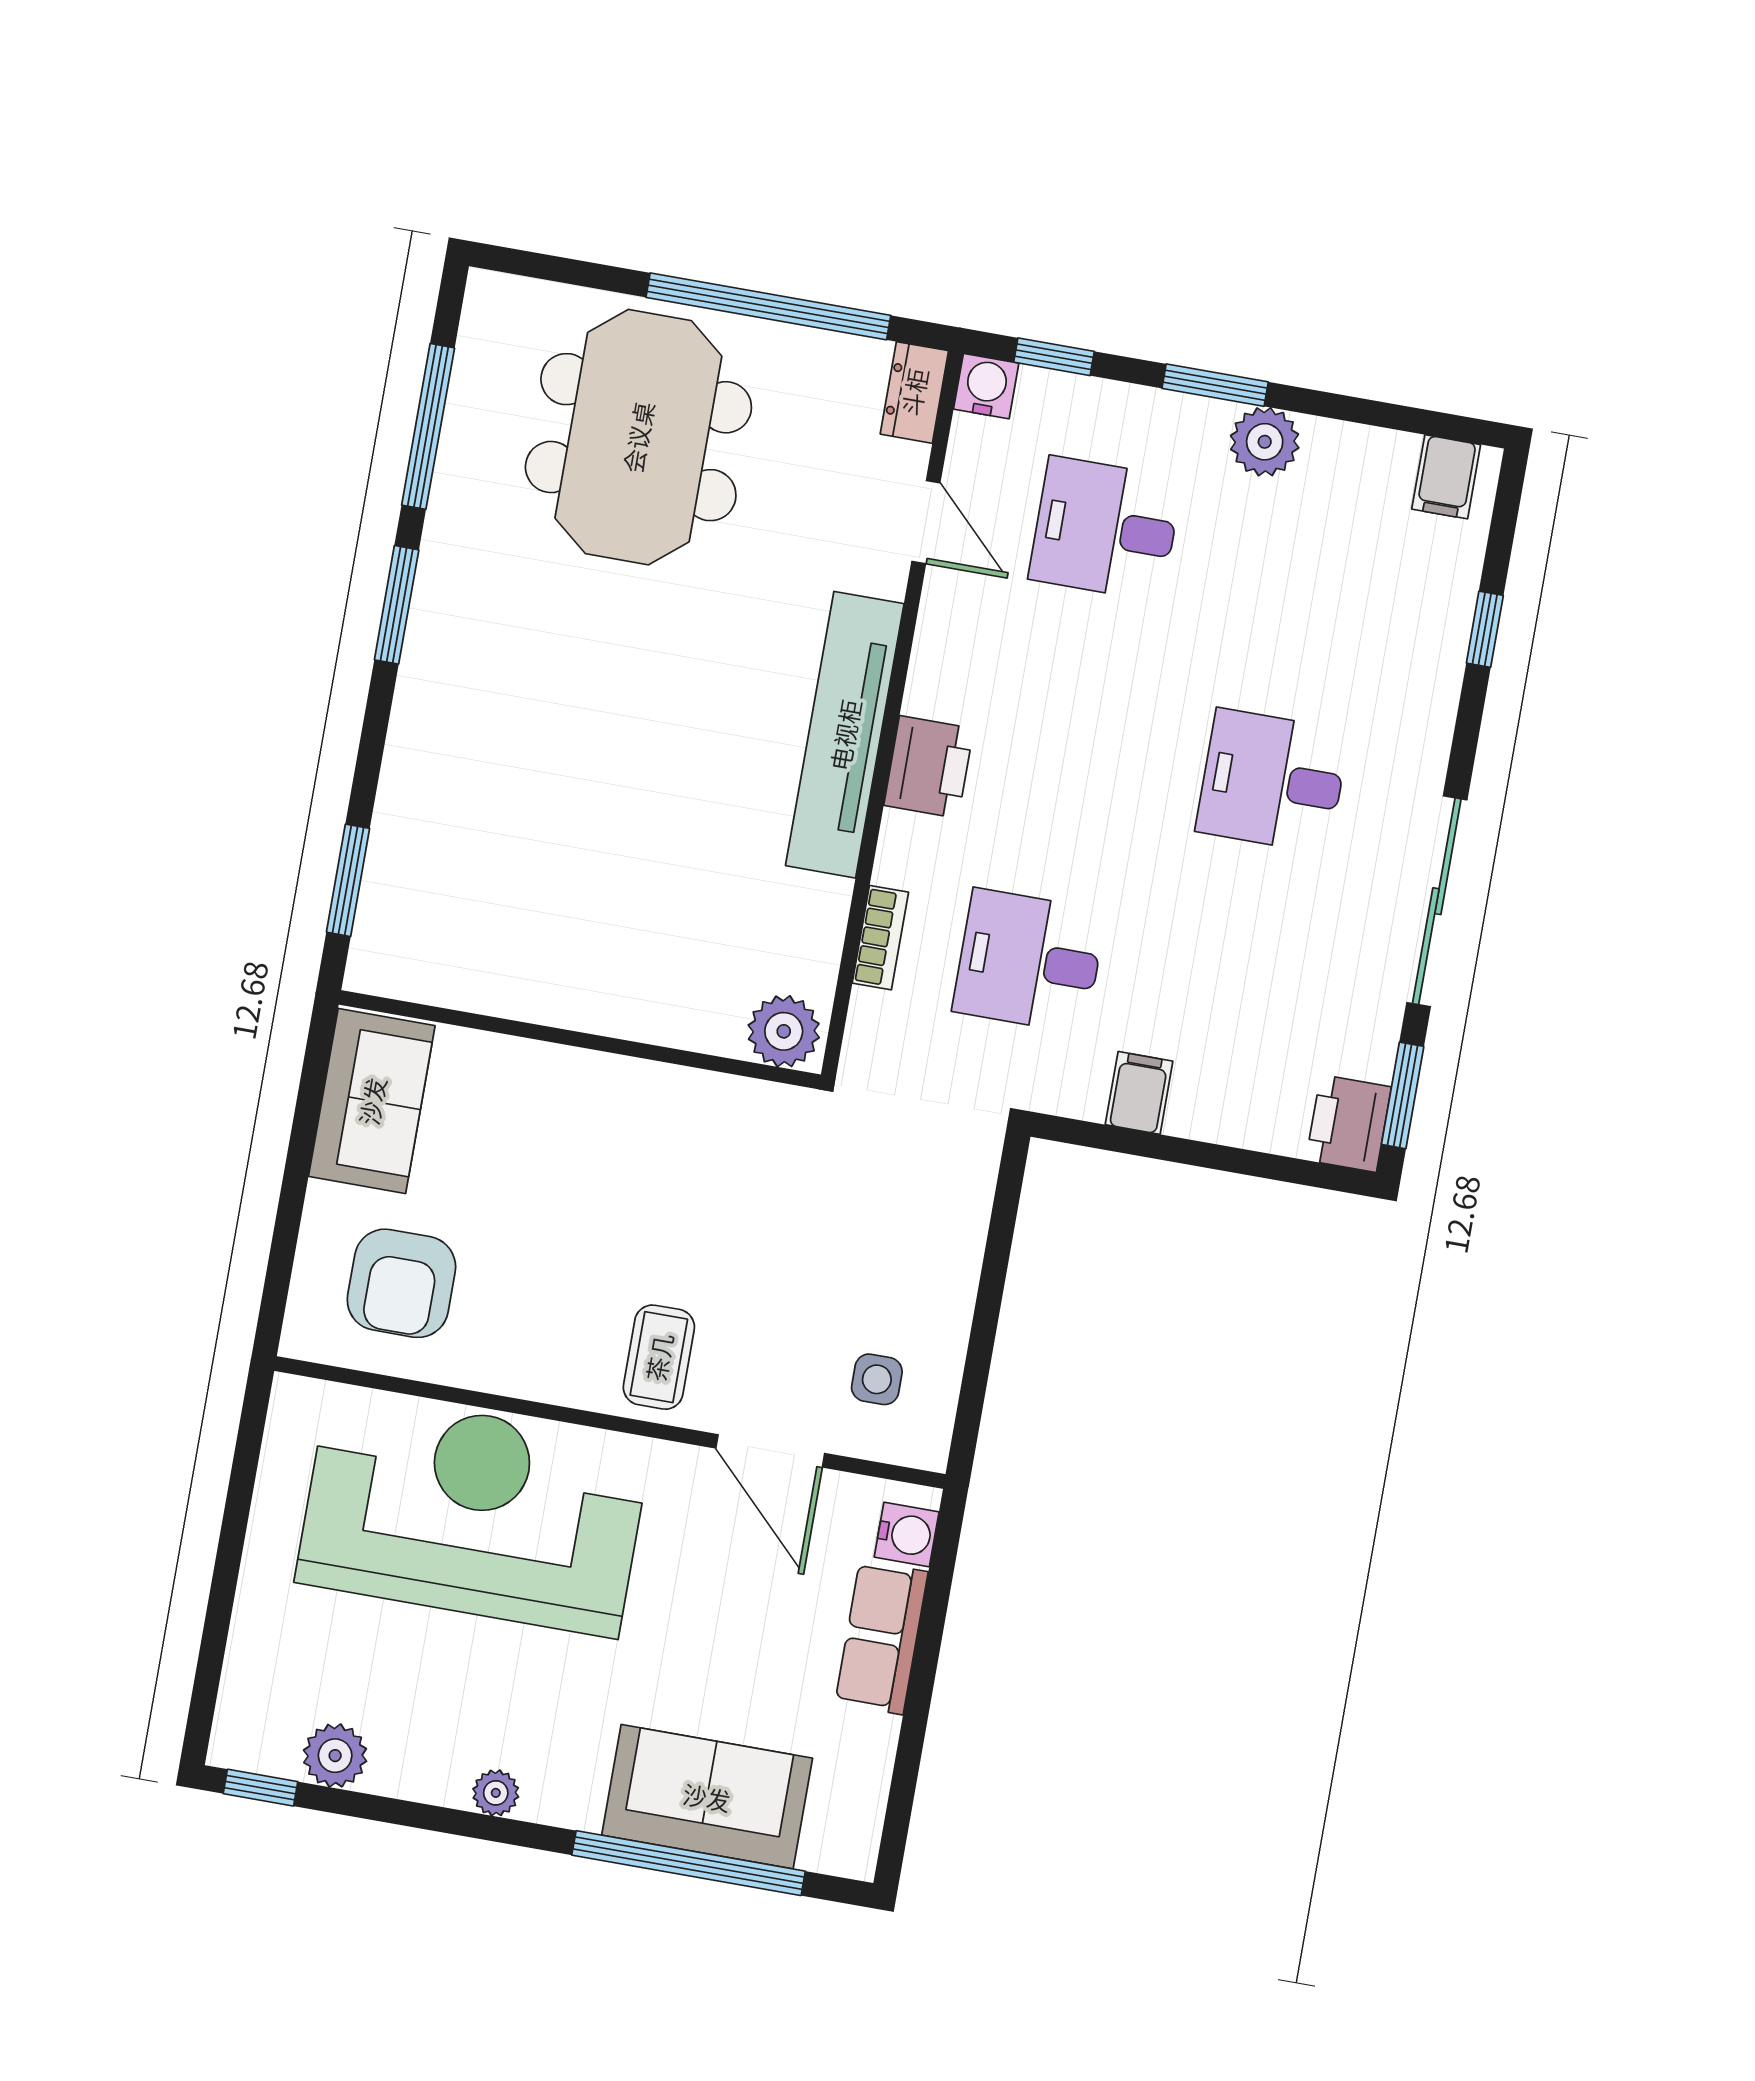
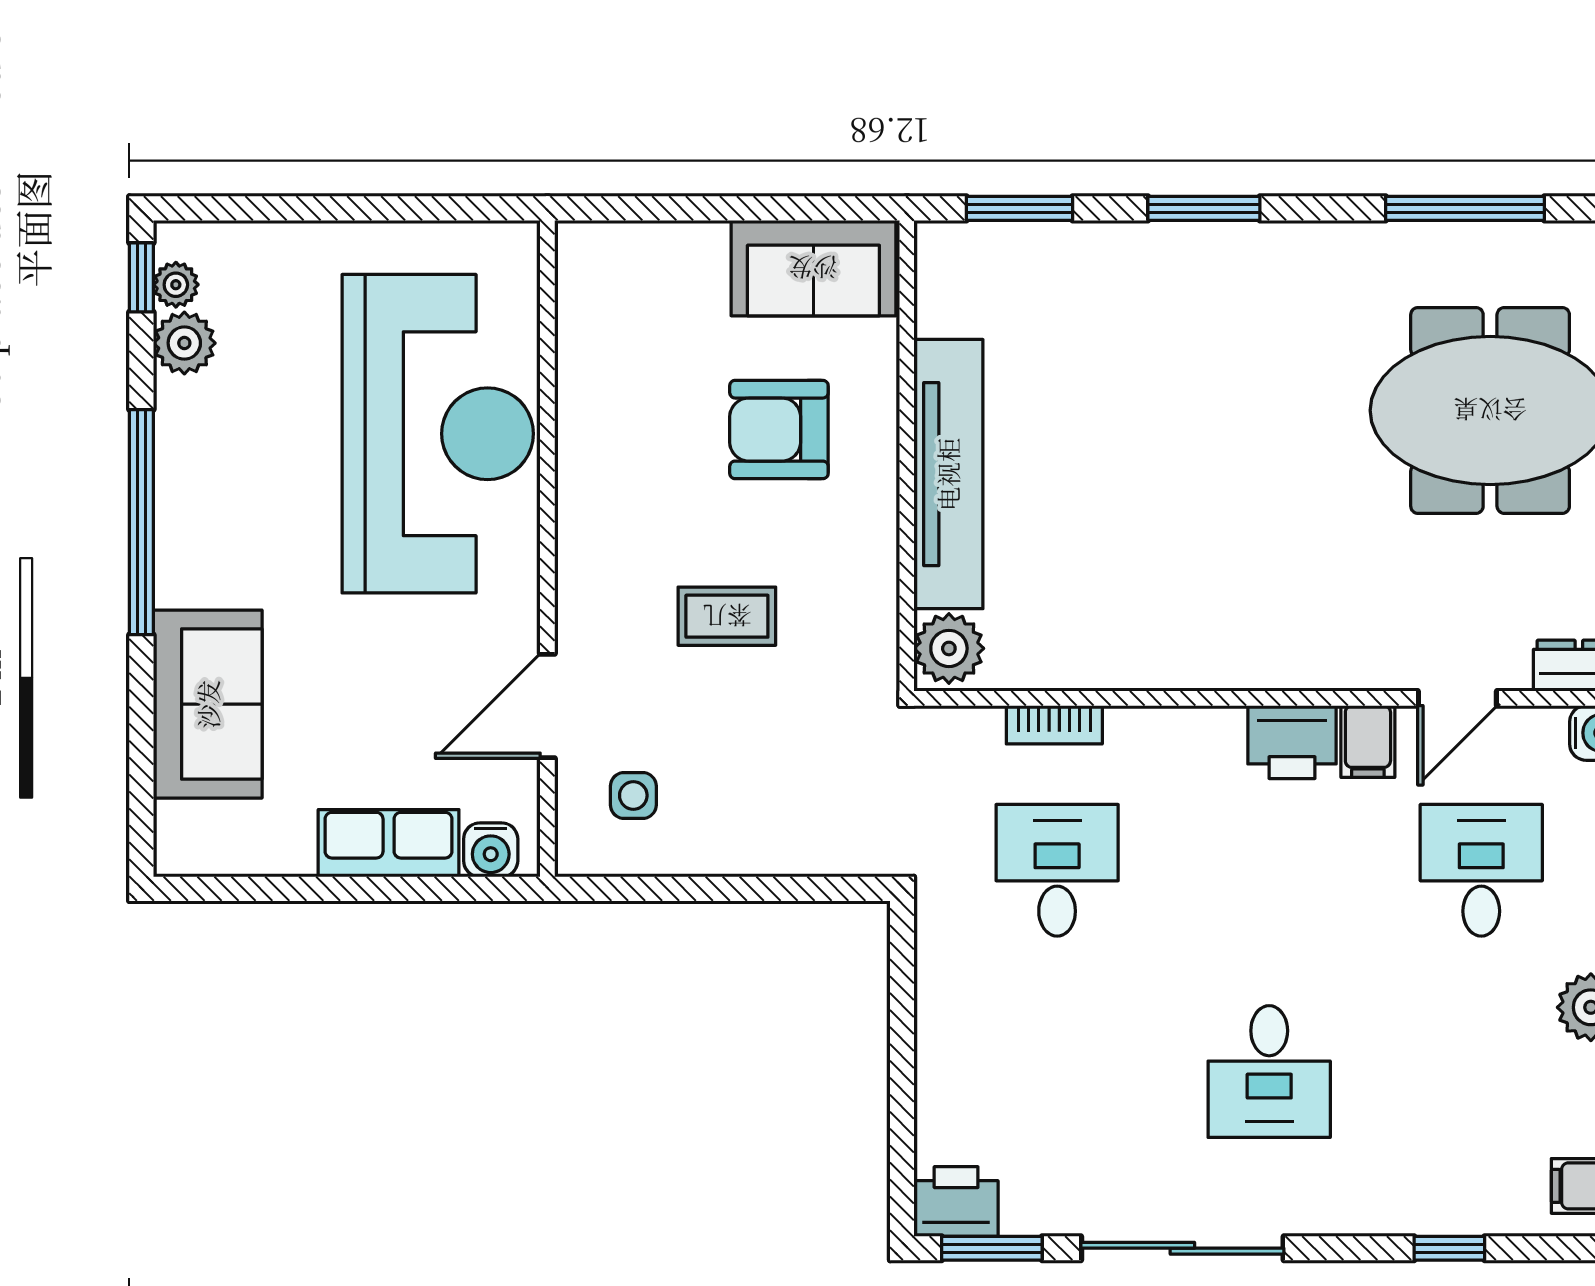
window: (397, 605) -> (1204, 208), moved
tv unit: (845, 735) -> (948, 474), moved, turned 90
printer: (929, 767) -> (1292, 742), moved
desk: (1272, 781) -> (1269, 1072), turned 180
filing cabinet: (1139, 1093) -> (1368, 742), moved, turned 90
armchair: (401, 1283) -> (779, 430), moved
coffee table: (659, 1357) -> (727, 616), moved
plant: (496, 1793) -> (176, 285), moved
window: (689, 1863) -> (141, 522), moved

